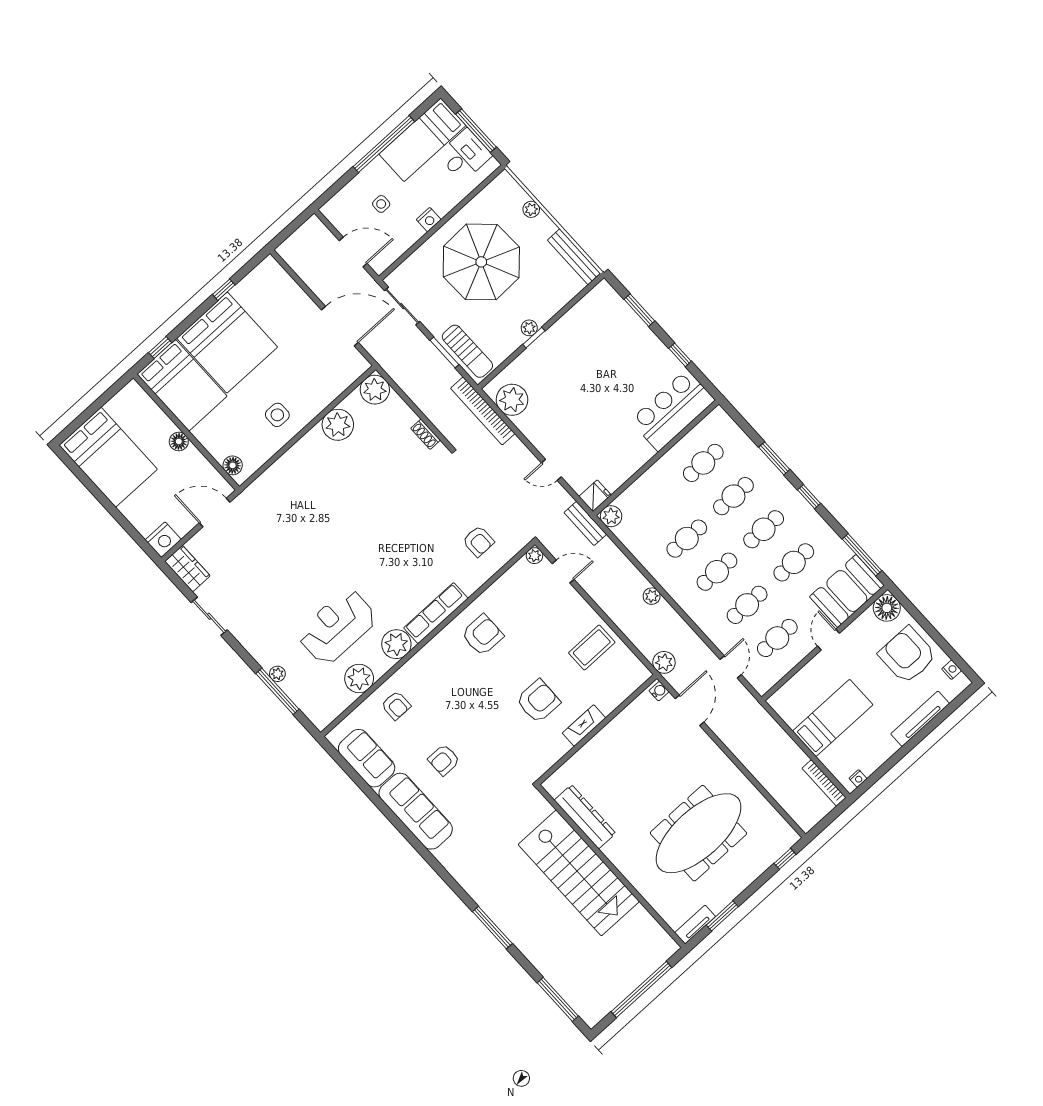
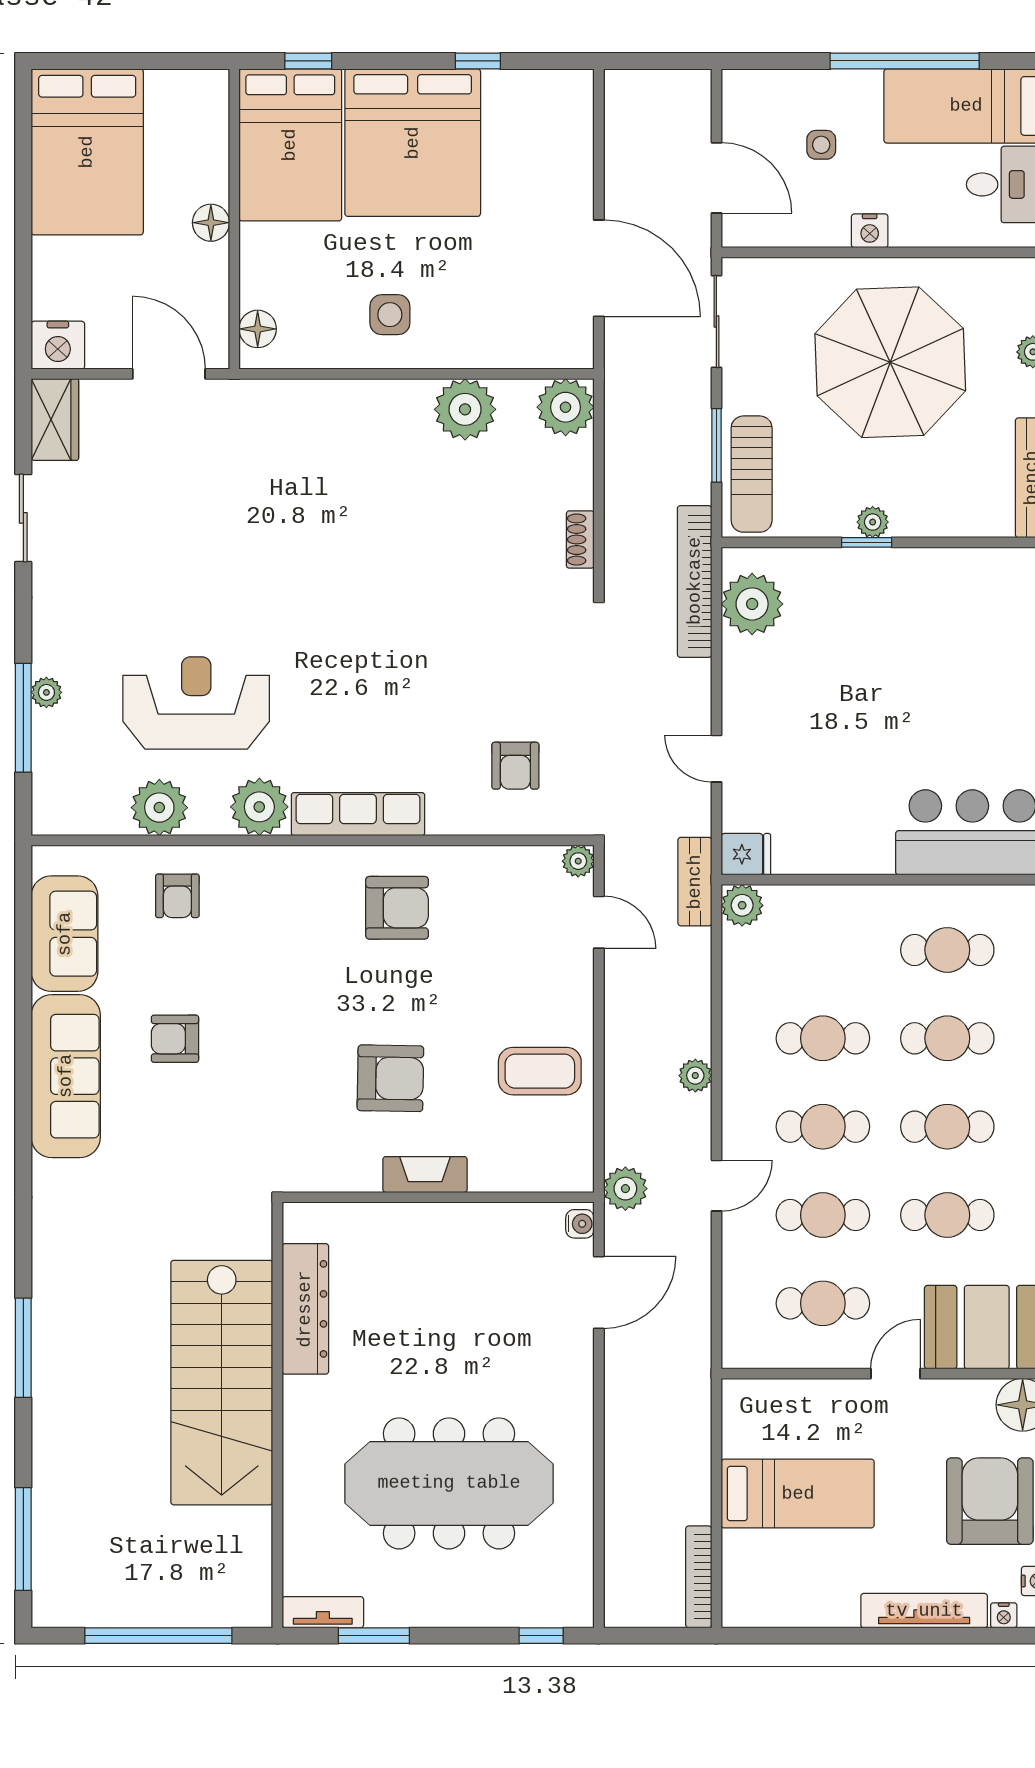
door: (731, 667) -> (716, 1186), moved
nightstand: (858, 778) -> (1004, 1615), moved

